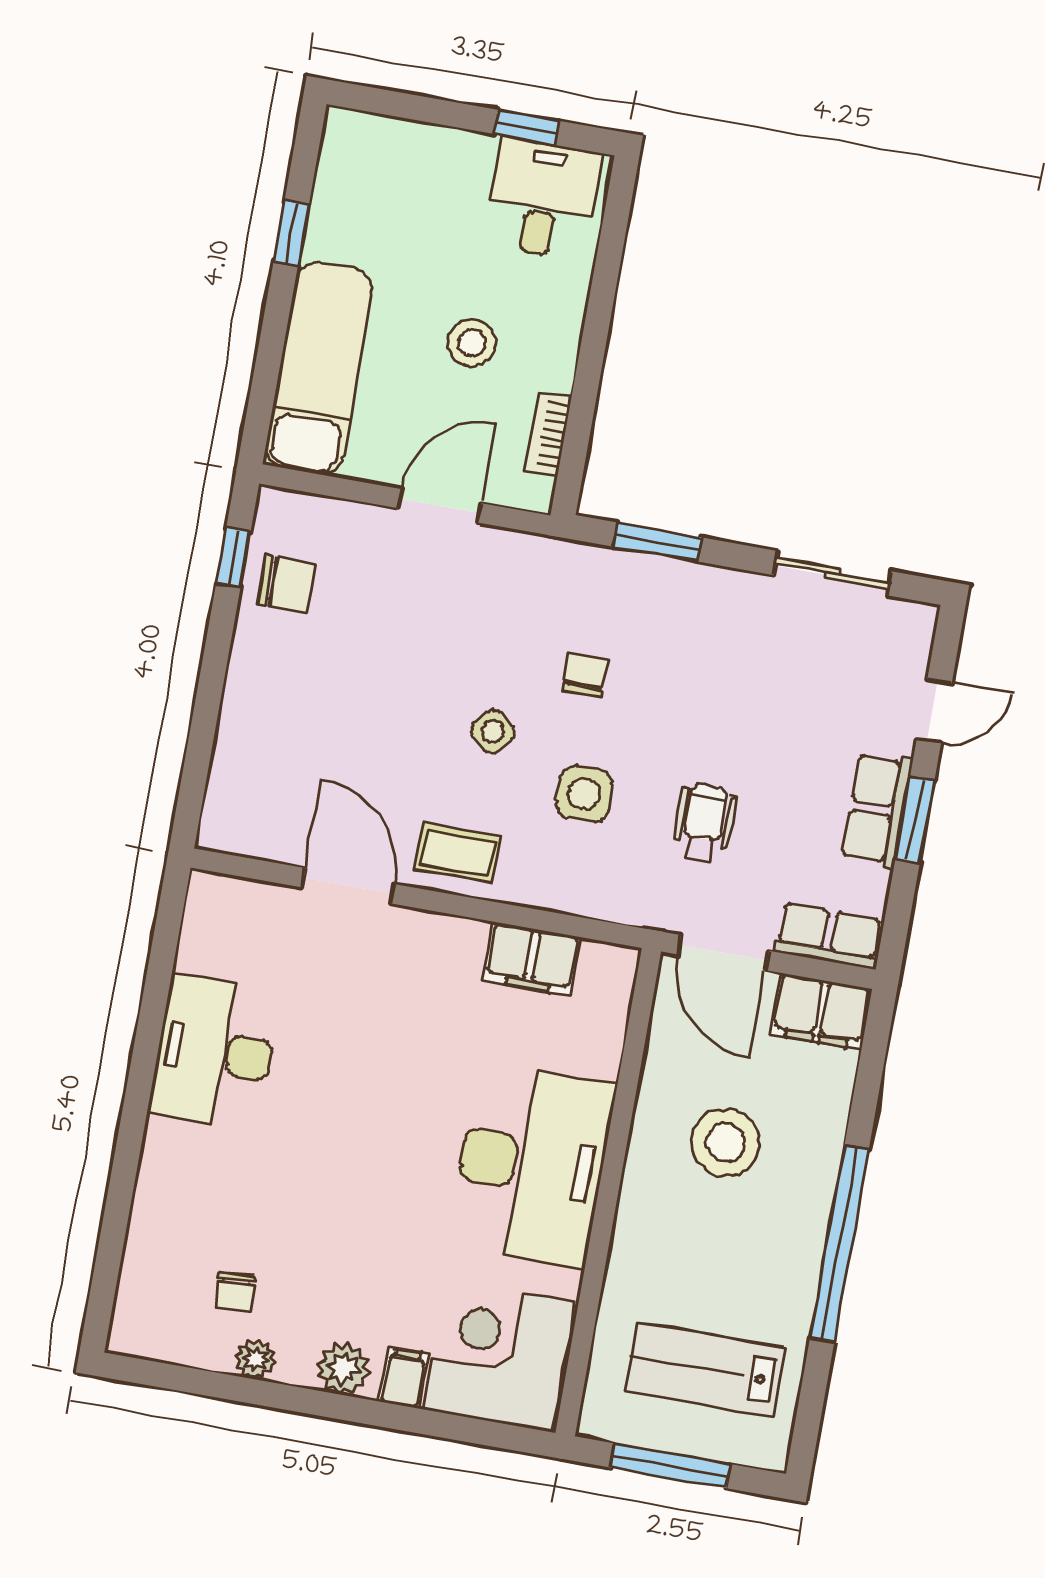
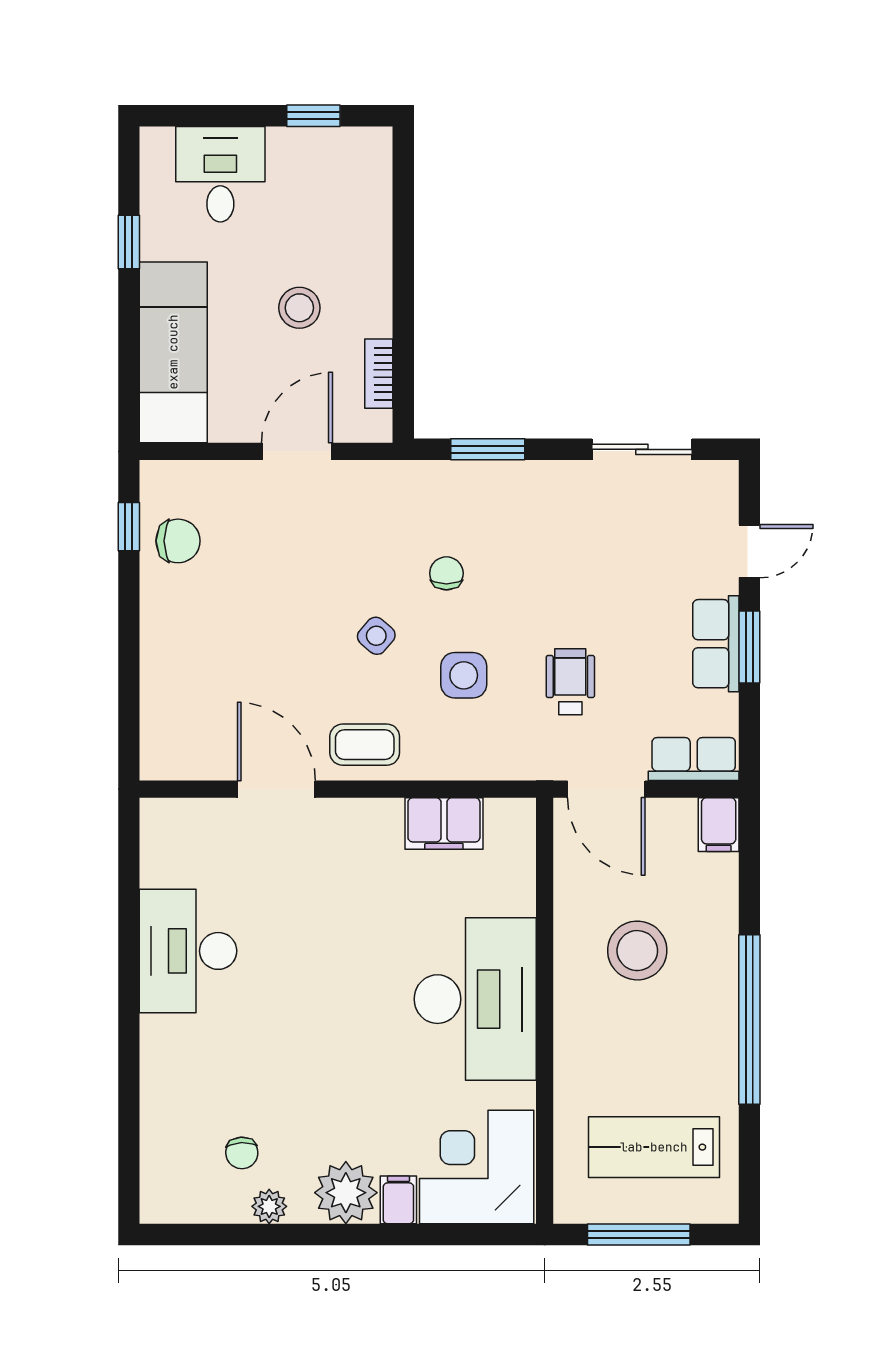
desk: (543, 199) -> (220, 174), moved
filing cabinet: (821, 1012) -> (719, 825), width x0.50
plant: (344, 1368) -> (346, 1193), width x1.36, depth x1.36

